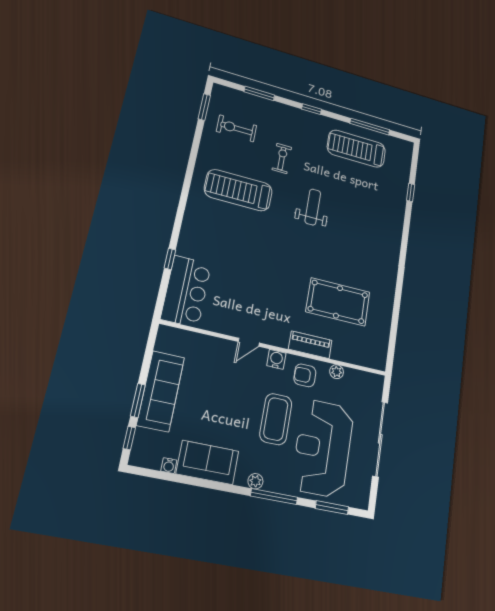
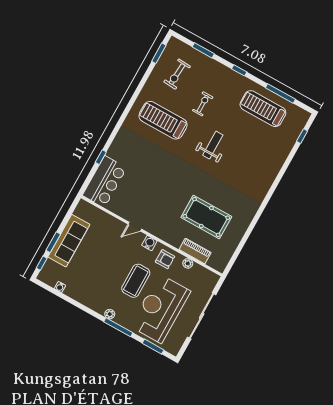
exercise bike: (237, 128) -> (177, 74), turned -86
window: (411, 192) -> (302, 136), moved
piano: (310, 345) -> (195, 251), moved
armchair: (305, 375) -> (165, 259), turned 180
sofa: (208, 462) -> (84, 293), removed

